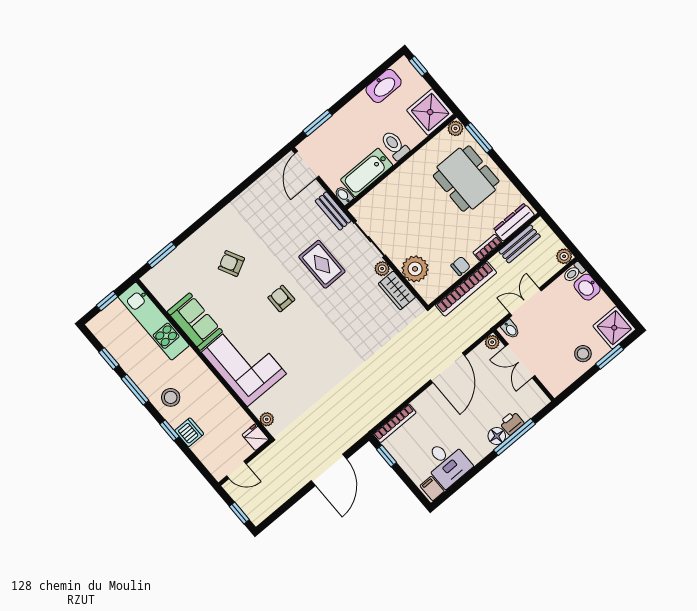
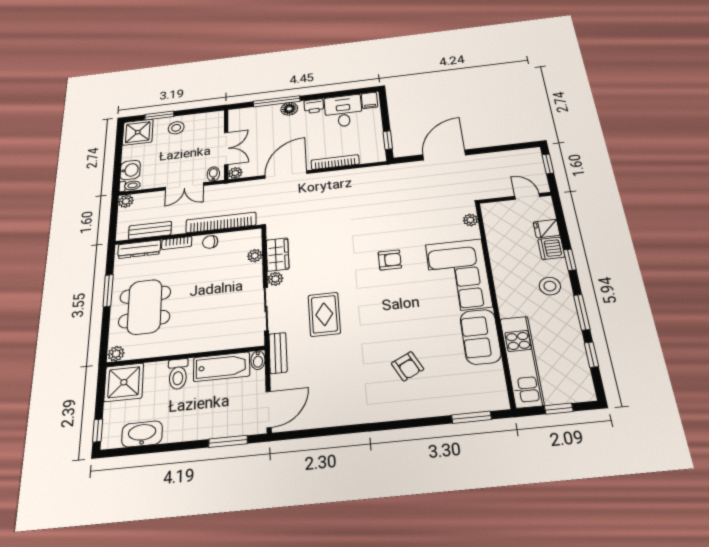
window: (479, 138) -> (108, 291), moved
plant: (415, 269) -> (255, 256), width x0.53, depth x0.53
armchair: (281, 299) -> (390, 260), moved, turned -90
bookcase: (395, 423) -> (335, 162), moved
printer: (512, 423) -> (314, 106), moved
fridge: (255, 437) -> (547, 229), moved, turned 90

